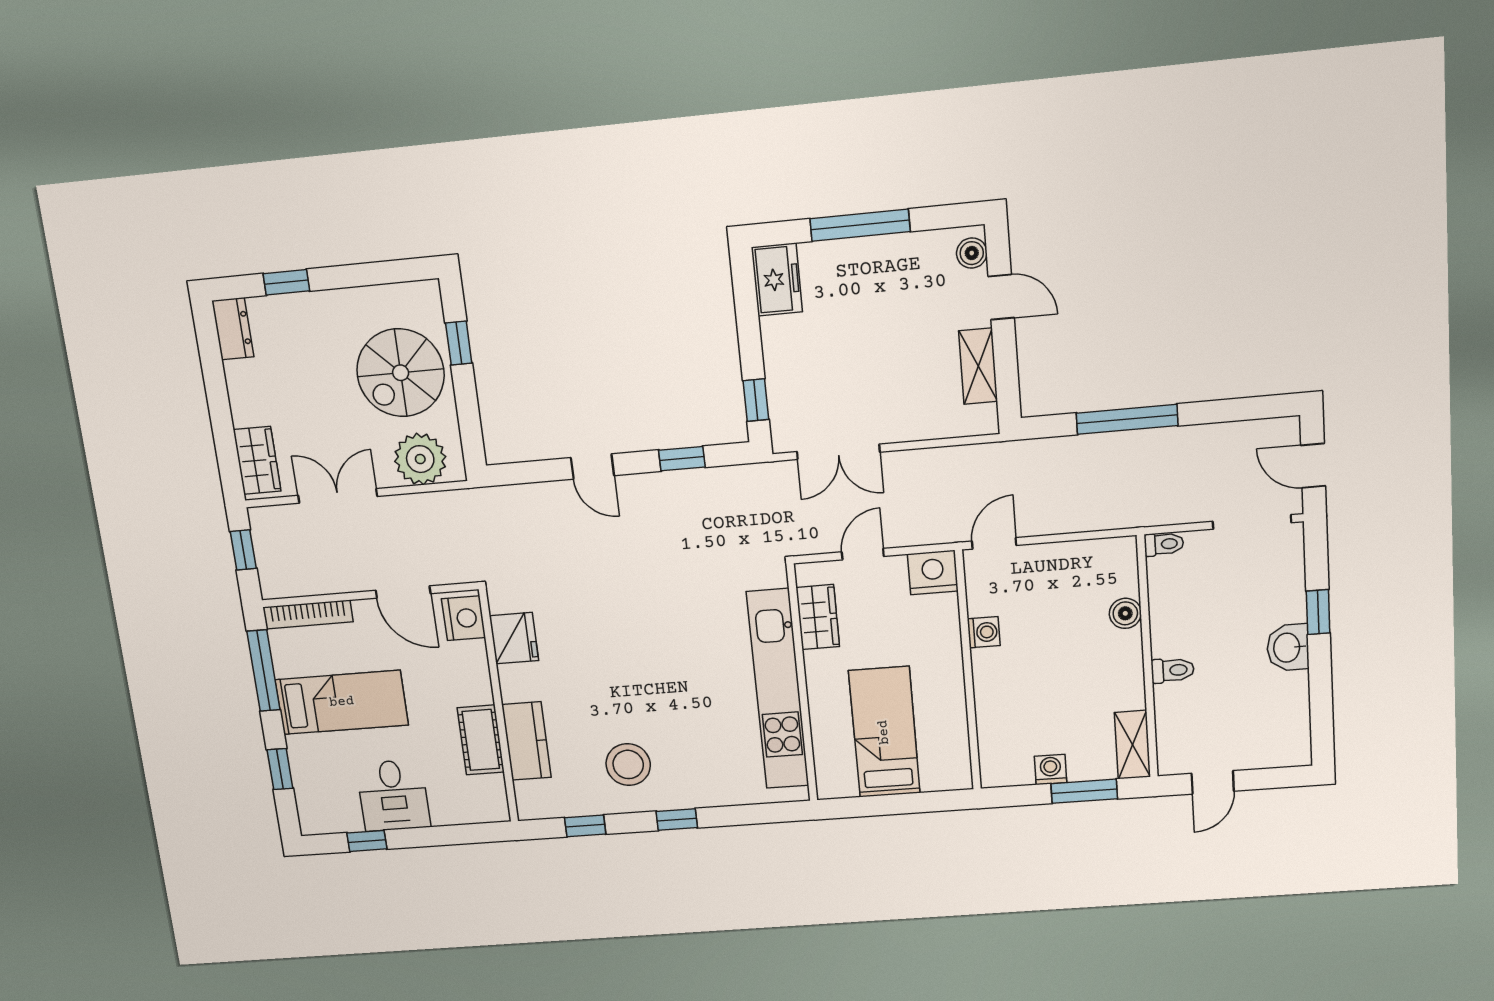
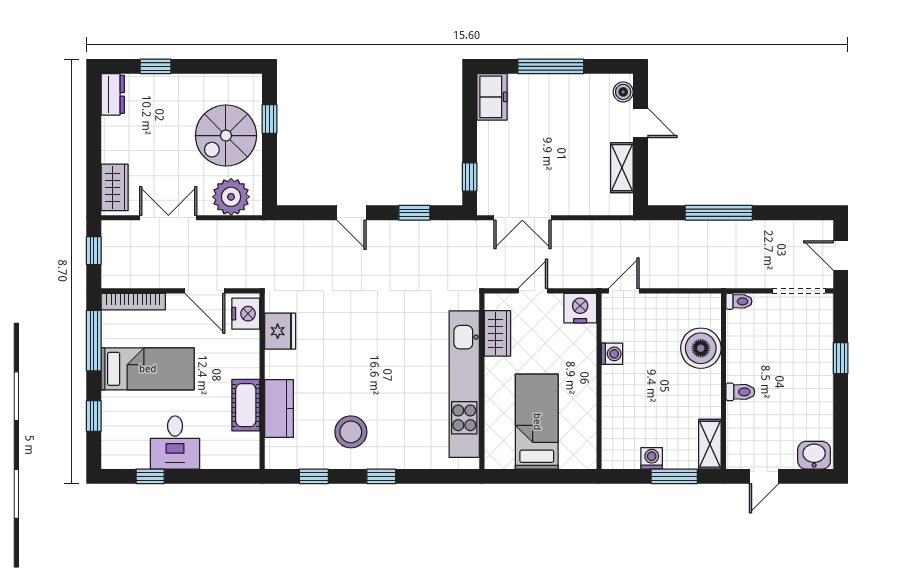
boiler: (1125, 613) -> (701, 348), width x1.86, depth x1.86
washbasin: (1288, 648) -> (814, 455), moved, turned 90

